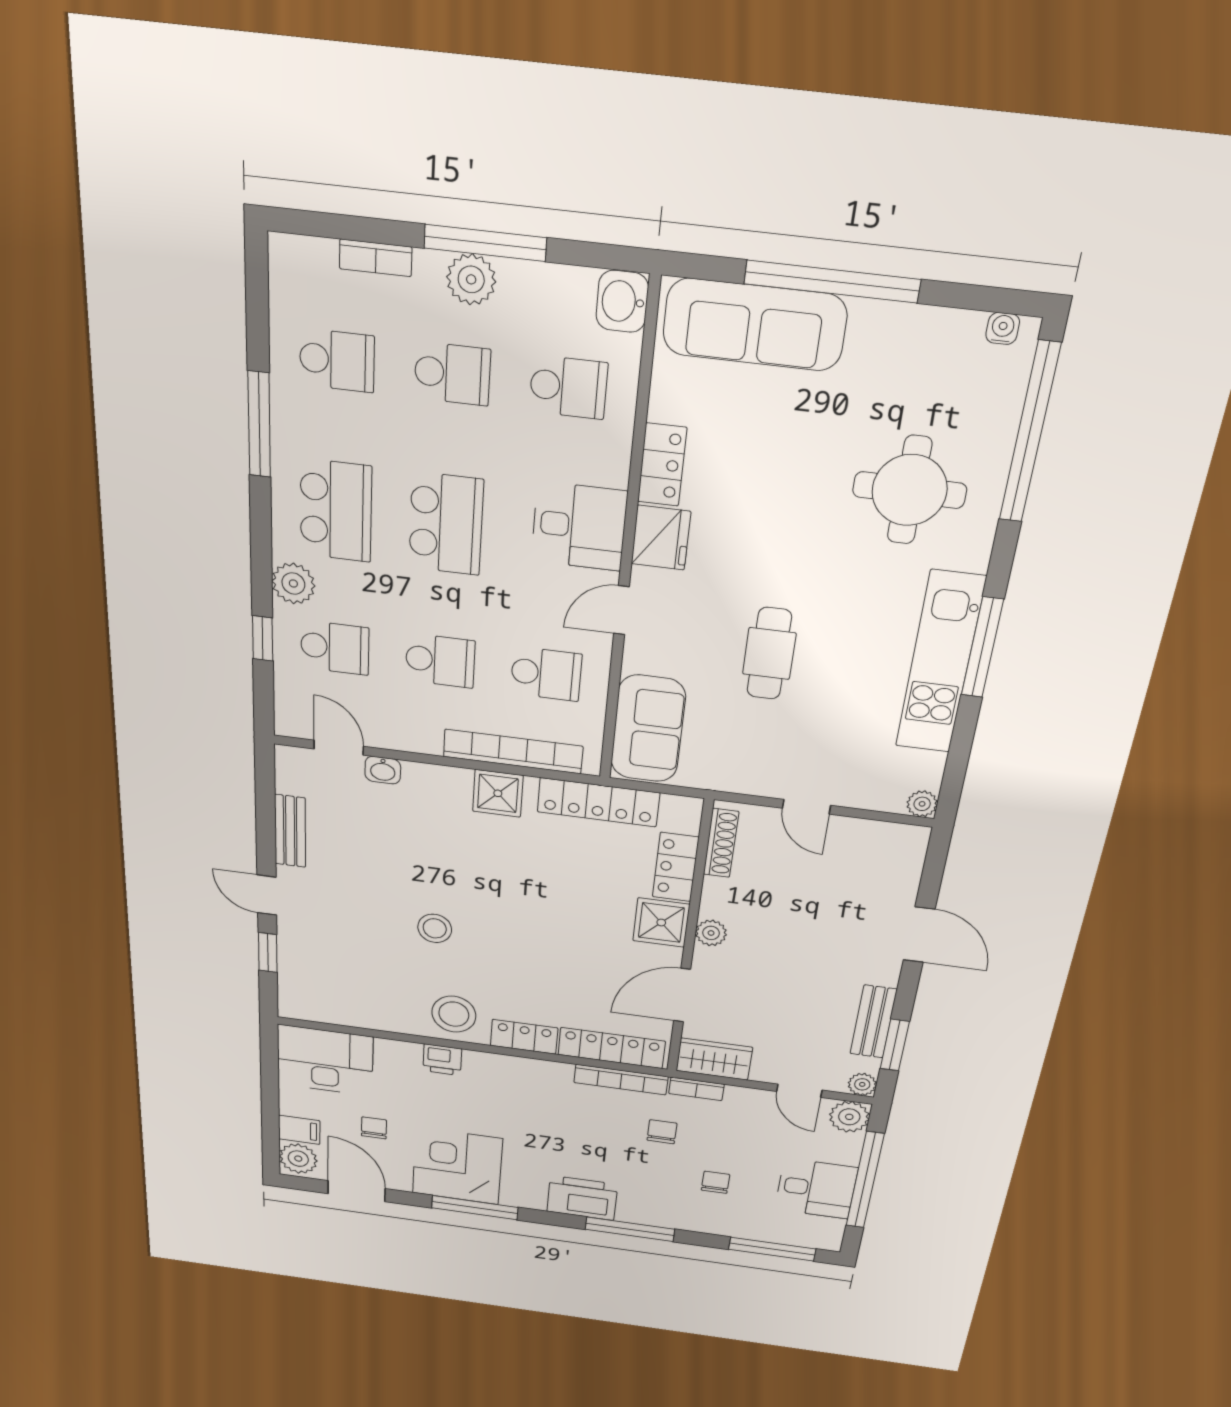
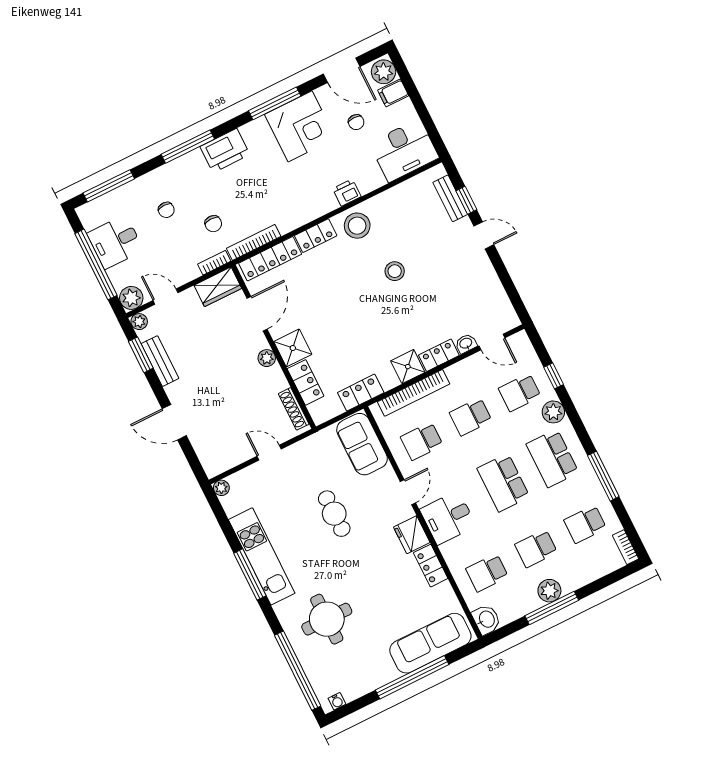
bookcase: (376, 258) -> (625, 547), moved, turned -90
locker: (437, 780) -> (439, 355), added
locker: (598, 802) -> (361, 393), width x0.66
bench: (290, 831) -> (450, 198), moved

